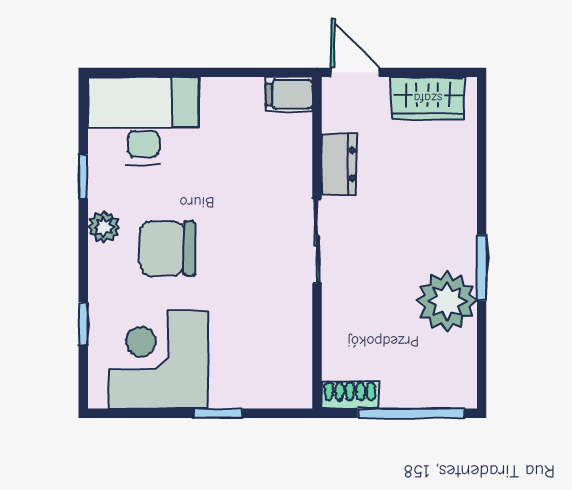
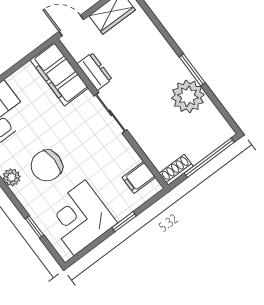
filing cabinet: (289, 94) -> (59, 74), width x3.00, depth x1.17
filing cabinet: (288, 365) -> (139, 177), added

